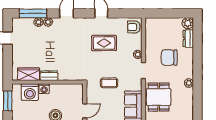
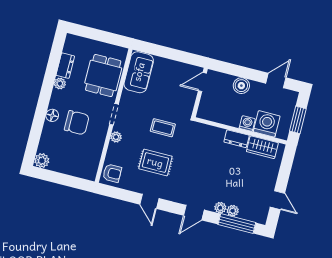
dresser: (188, 38) -> (65, 66), moved
floor lamp: (189, 58) -> (52, 115), added
coffee table: (109, 83) -> (163, 128), moved

